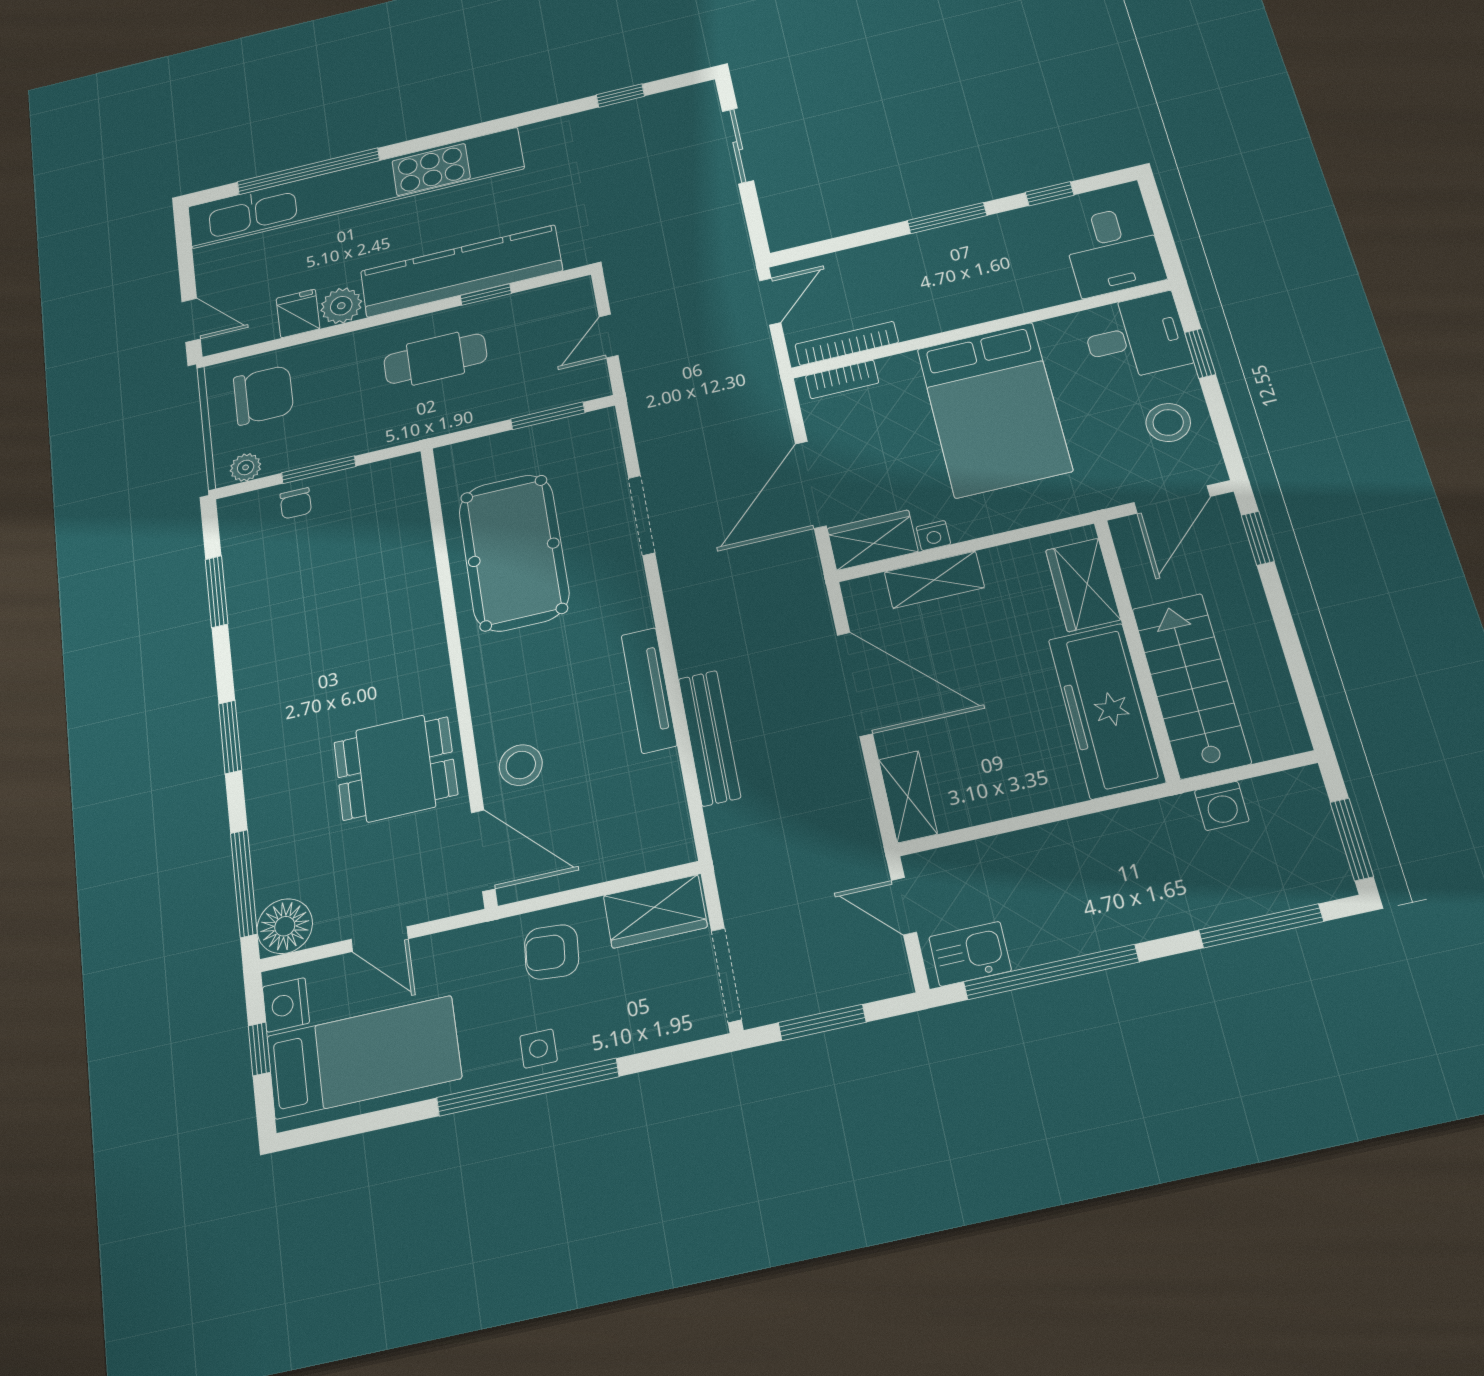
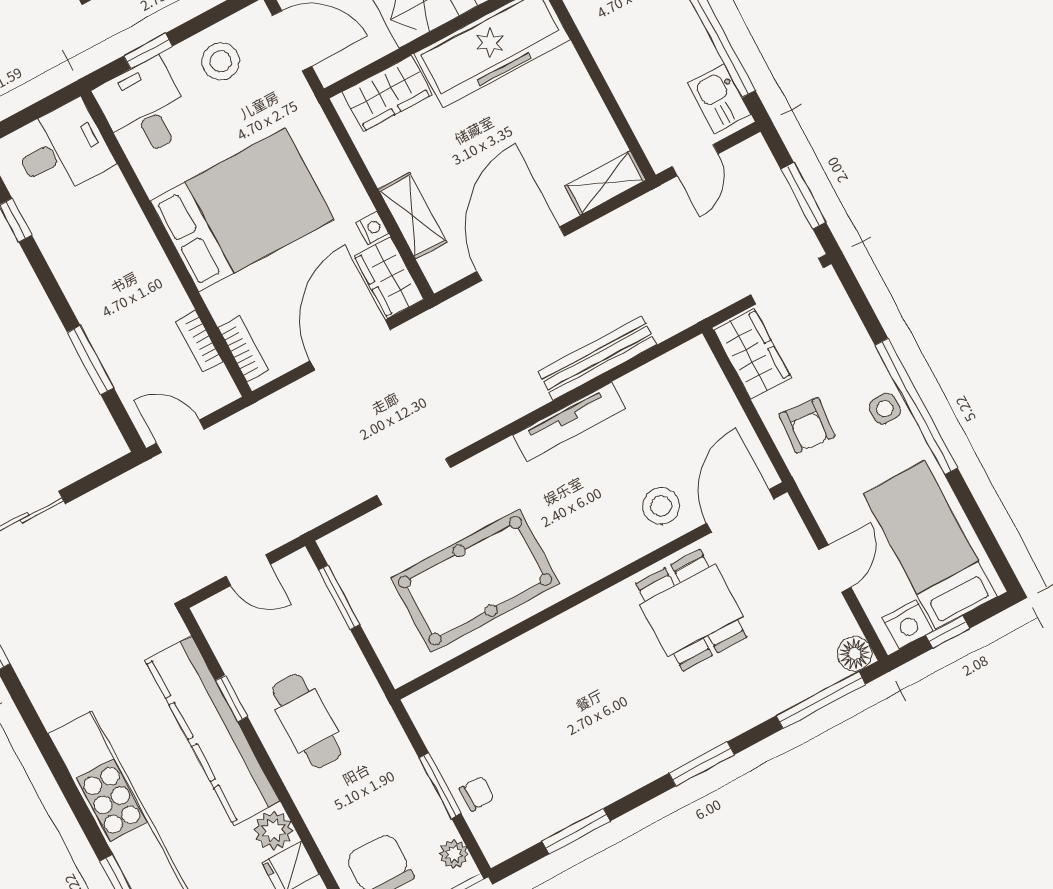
window: (947, 218) -> (90, 360), moved
bookcase: (847, 343) -> (199, 341), width x0.64
door: (811, 485) -> (350, 345), swing flipped
floor lamp: (285, 926) -> (855, 654), width x0.73, depth x0.73

